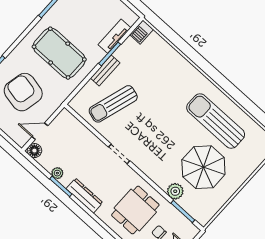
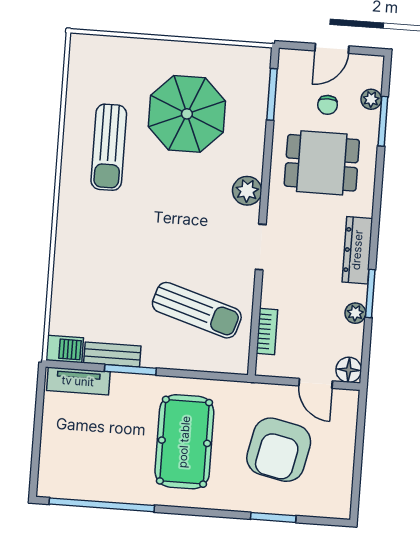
tv unit: (114, 36) -> (78, 381), moved
bench: (105, 71) -> (112, 355), moved
sun lounger: (216, 121) -> (109, 147), width x0.73, depth x0.75
bookcase: (80, 128) -> (267, 331), added
plant: (175, 191) -> (247, 191), moved

